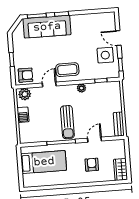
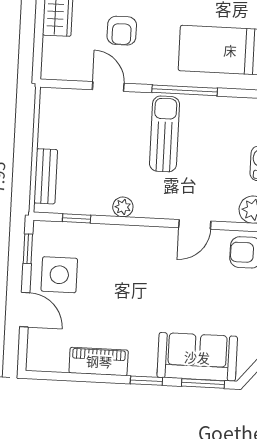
piano: (83, 20) -> (99, 361), added
sofa: (47, 27) -> (197, 357), width x0.73
coffee table: (67, 70) -> (149, 253), removed
bench: (119, 124) -> (46, 176), moved
door: (94, 140) -> (108, 86), swing flipped

